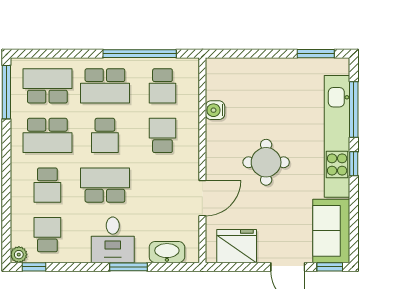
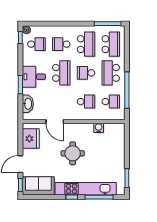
school desk: (162, 86) -> (111, 102), turned 180
school desk: (47, 135) -> (86, 44), turned 180

